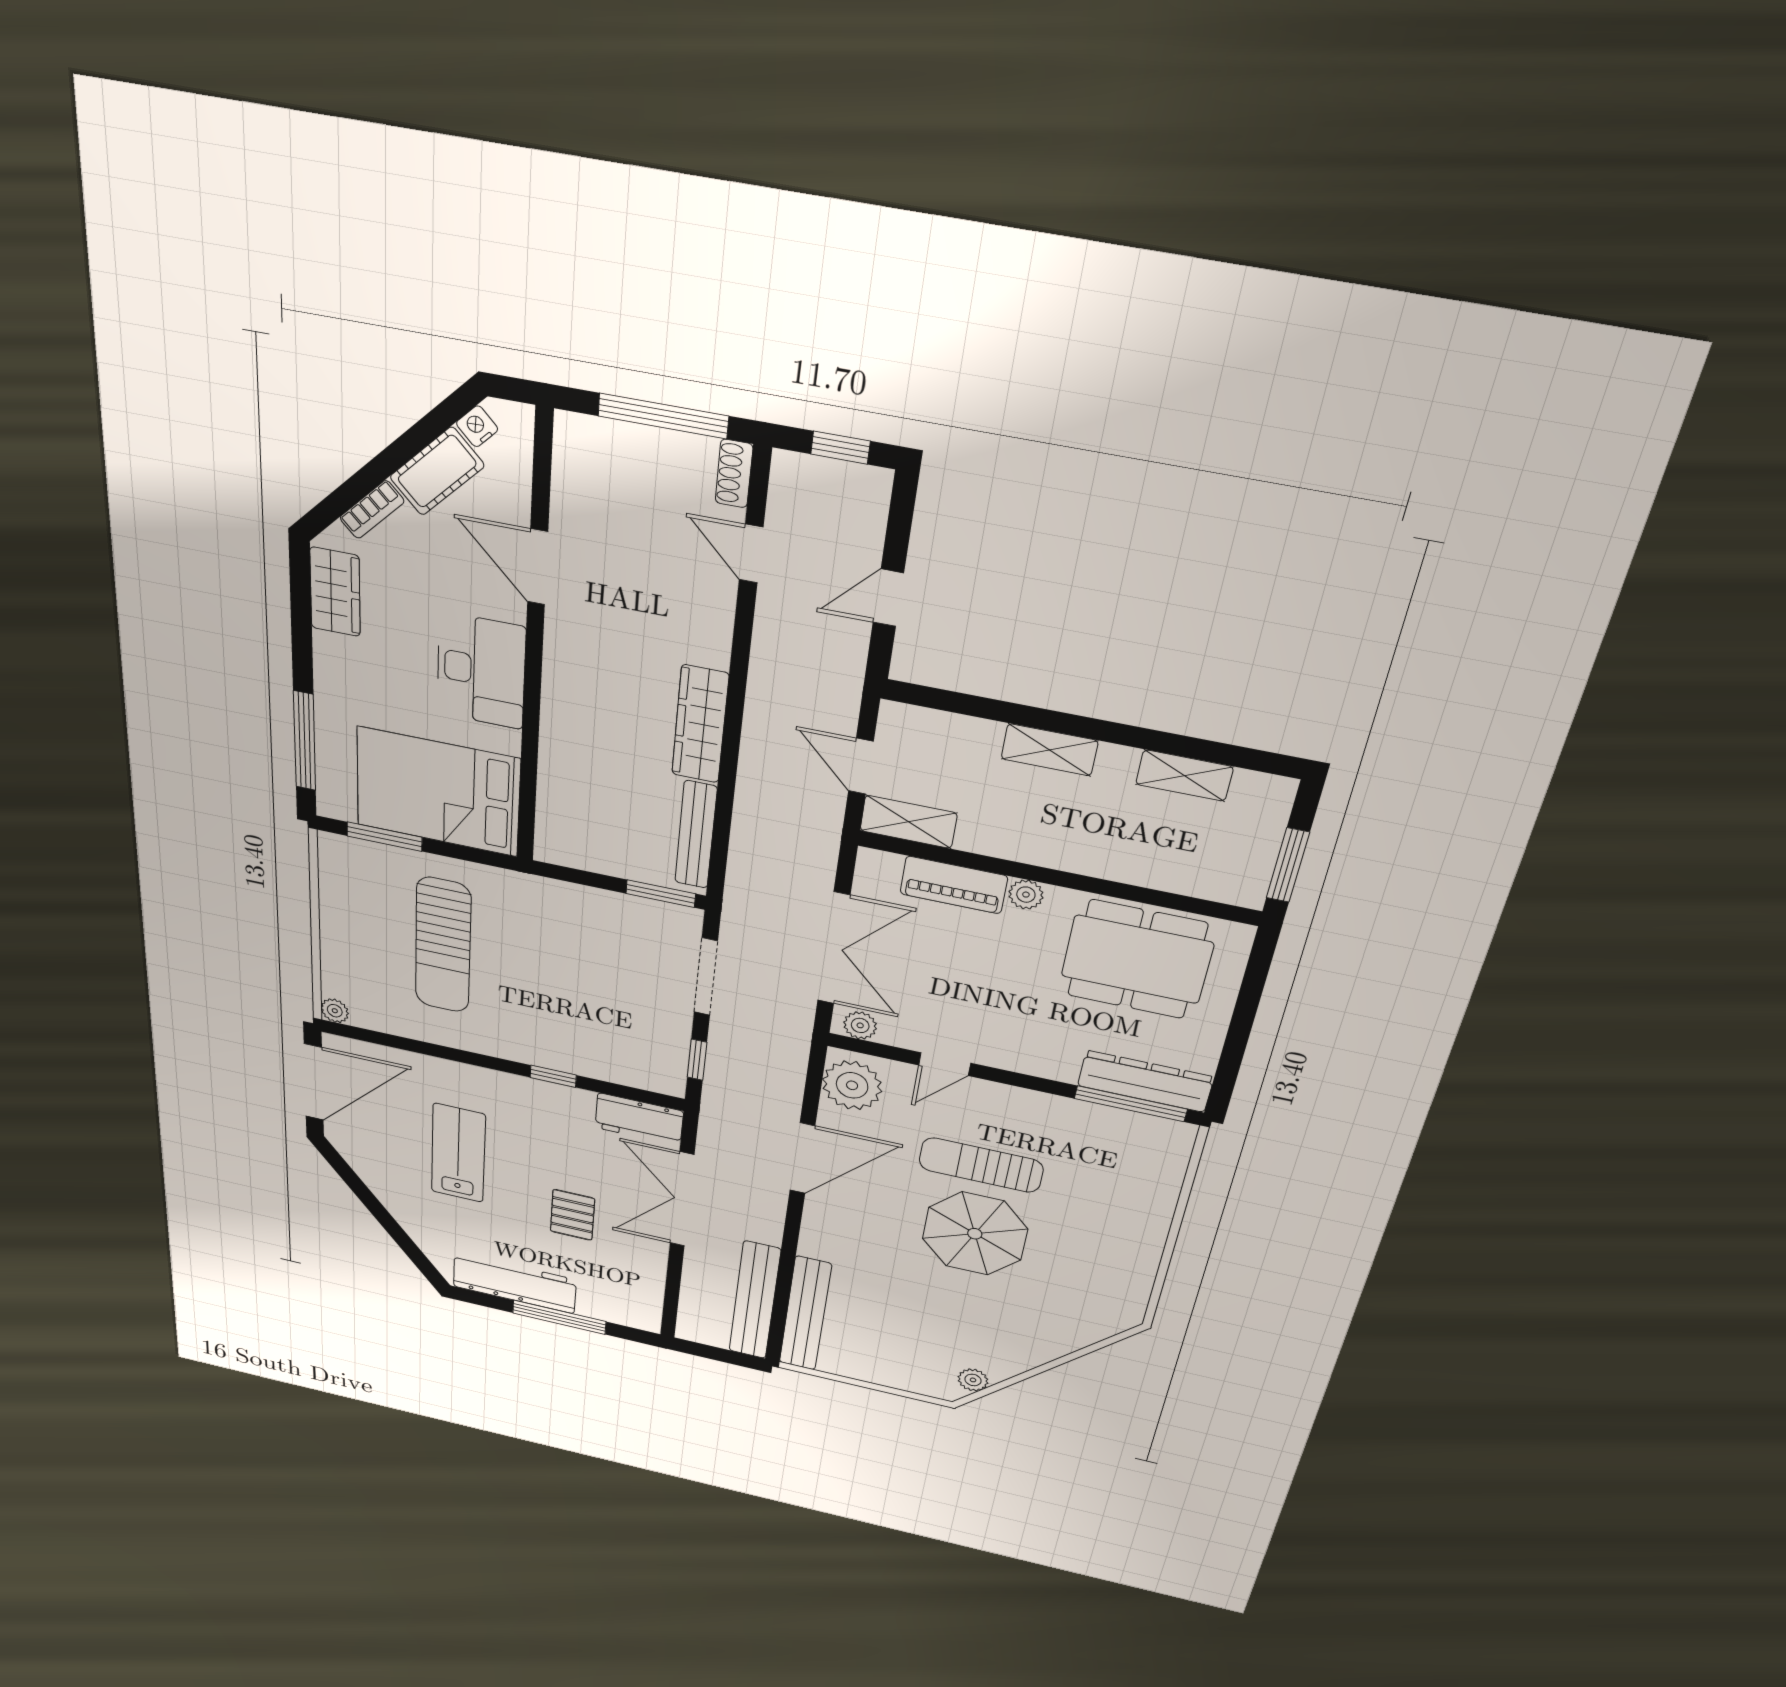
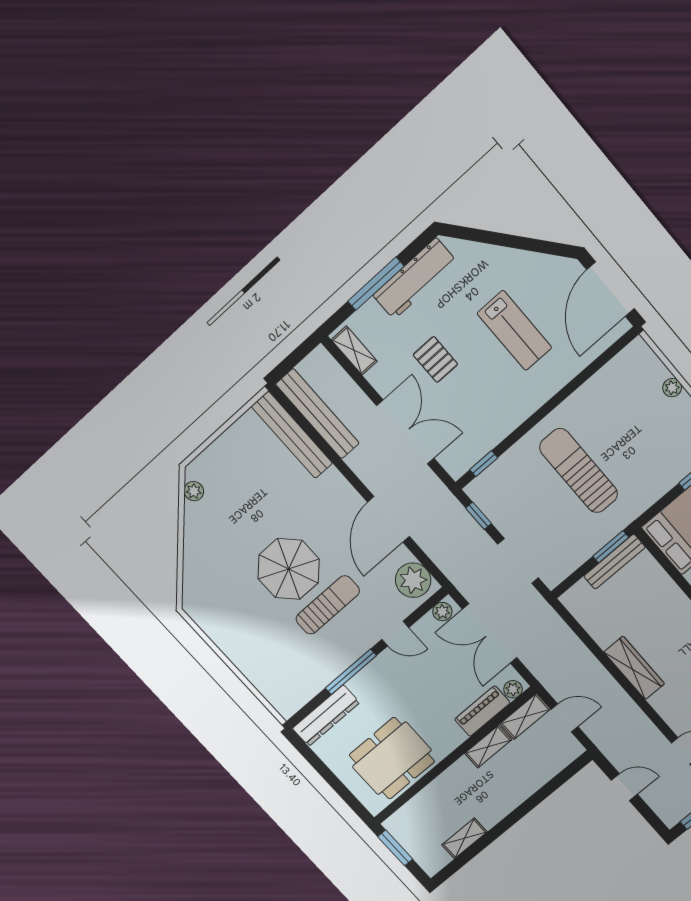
door: (888, 598) -> (624, 787), hinge flipped
shelving: (1049, 750) -> (488, 747), moved
bench: (696, 835) -> (614, 562), moved, turned 90
window: (661, 894) -> (611, 547), moved
plant: (1026, 895) -> (513, 689), moved
sun lounger: (443, 945) -> (579, 471), moved
plant: (335, 1011) -> (672, 388), moved
door: (945, 1064) -> (395, 634), swing flipped
window: (553, 1076) -> (484, 464), moved
window: (1131, 1104) -> (351, 672), moved
workbench: (639, 1119) -> (466, 454), removed
shelving: (648, 1301) -> (354, 350), added

